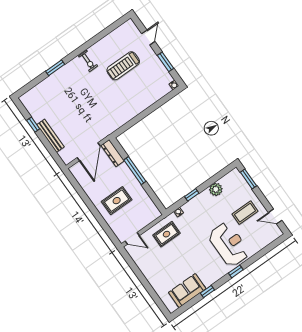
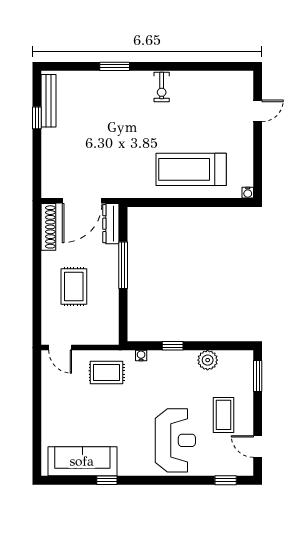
window: (166, 62) -> (258, 156), removed
treadmill: (123, 66) -> (191, 169), moved, width x1.37, depth x1.38
bench: (50, 136) -> (49, 101), moved
shoe rack: (81, 178) -> (48, 227), added
rug: (117, 201) -> (74, 287), turned 90
coffee table: (245, 213) -> (224, 415), turned 90
window: (236, 271) -> (226, 480), moved
sofa: (187, 291) -> (82, 461), width x1.36

